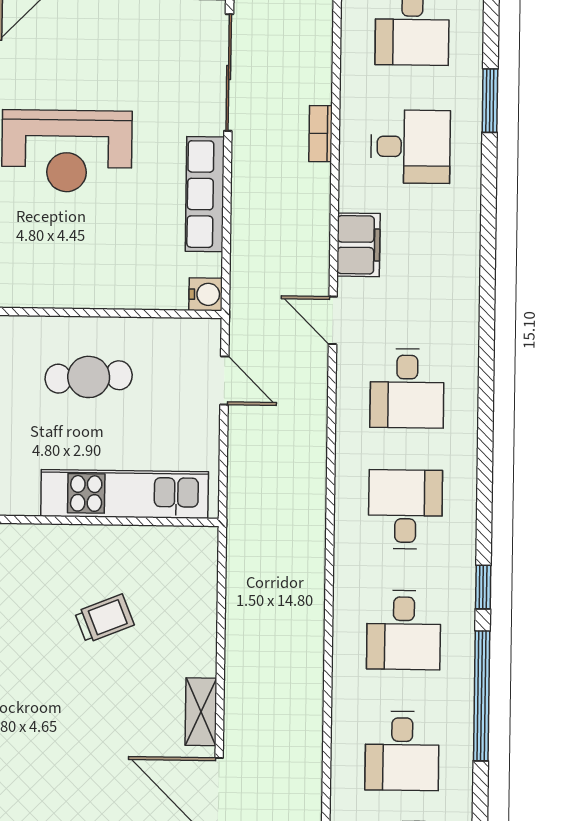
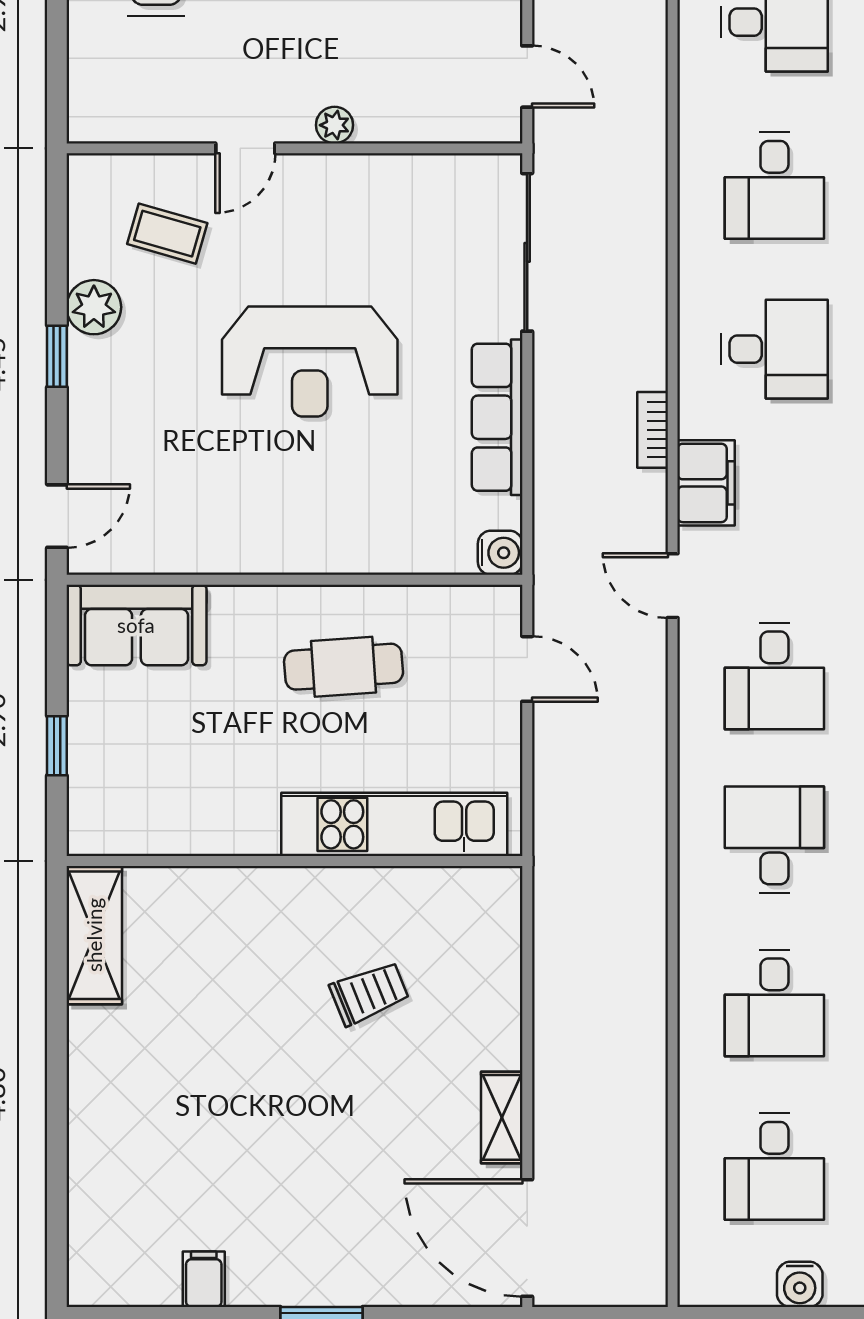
bookcase: (321, 134) -> (653, 430), moved

